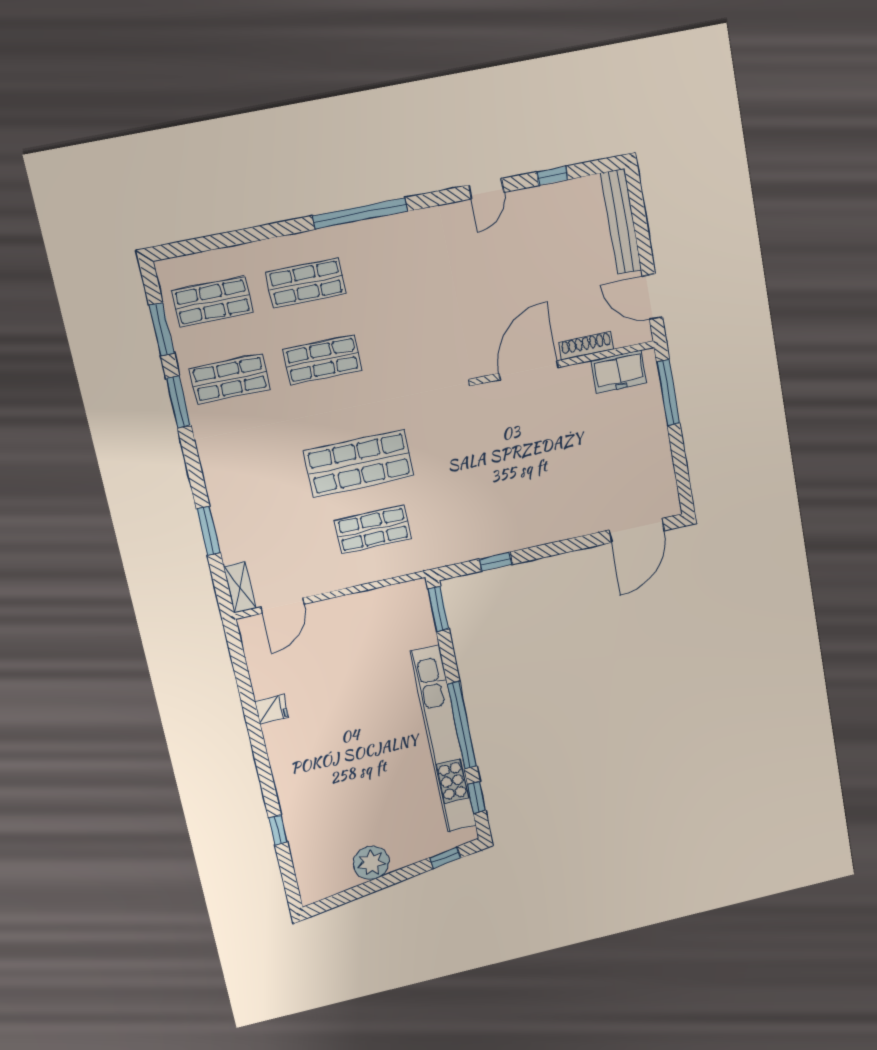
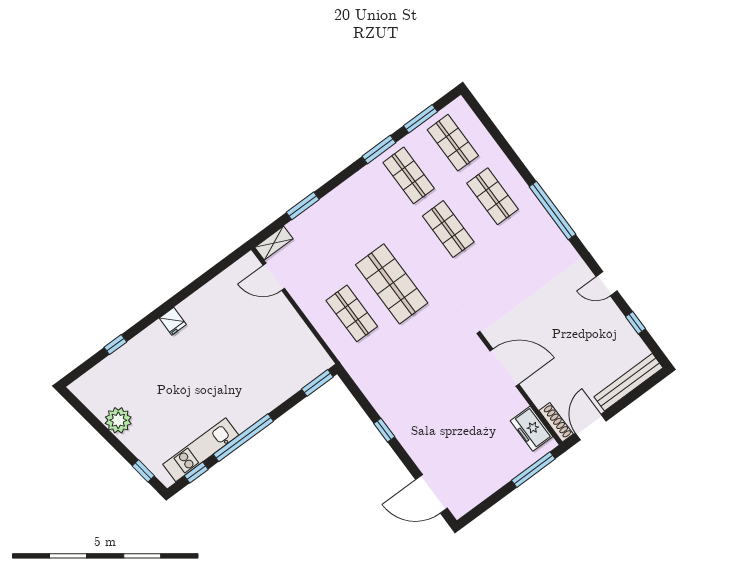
shoe rack: (586, 346) -> (556, 422), moved
window: (495, 562) -> (384, 430), moved
fridge: (272, 709) -> (173, 321), moved
kitchen unit: (444, 740) -> (201, 450), width x0.54

